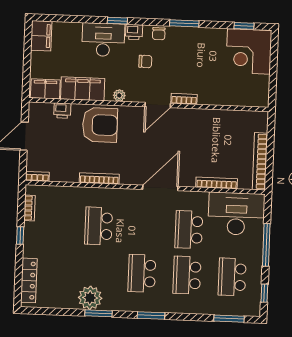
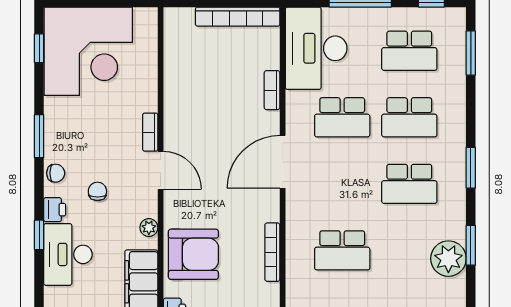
corner desk: (249, 51) -> (88, 51), width x1.36, depth x1.36
armchair: (100, 125) -> (193, 254), turned 90
bookcase: (217, 183) -> (272, 90), width x0.64
door: (160, 188) -> (283, 162), hinge flipped

